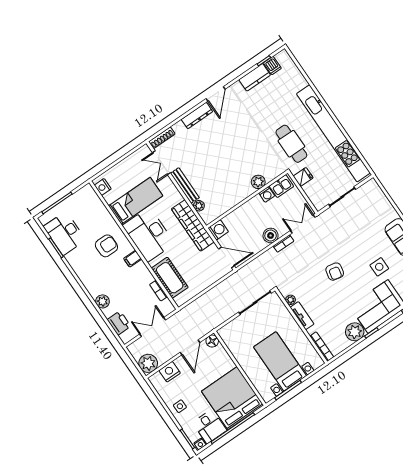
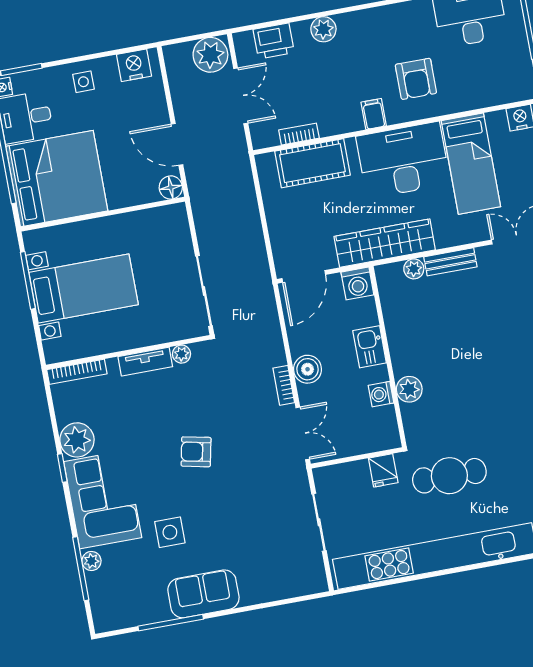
bench: (185, 185) -> (450, 262), width x0.73
kitchen sink: (281, 186) -> (370, 347), moved
plant: (148, 363) -> (210, 55), moved
nightstand: (170, 372) -> (134, 65), moved, turned -90

